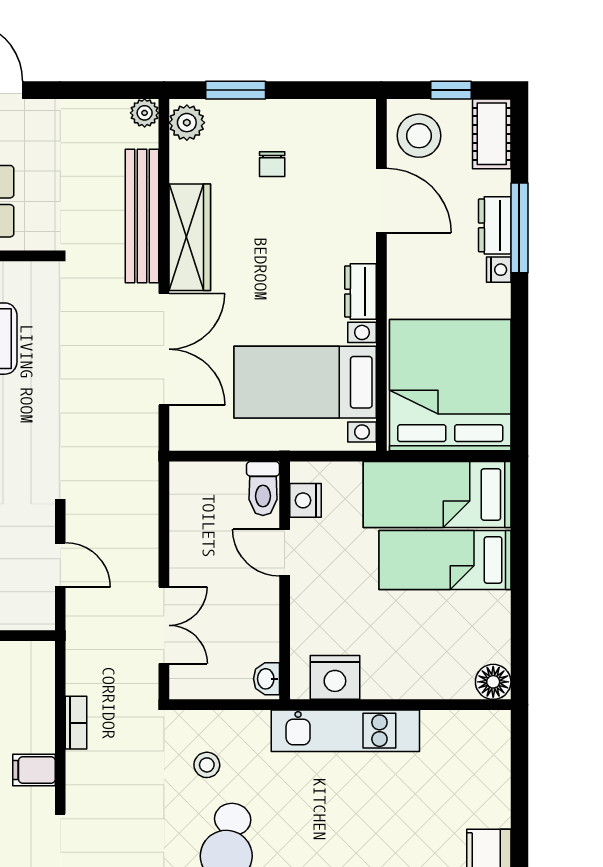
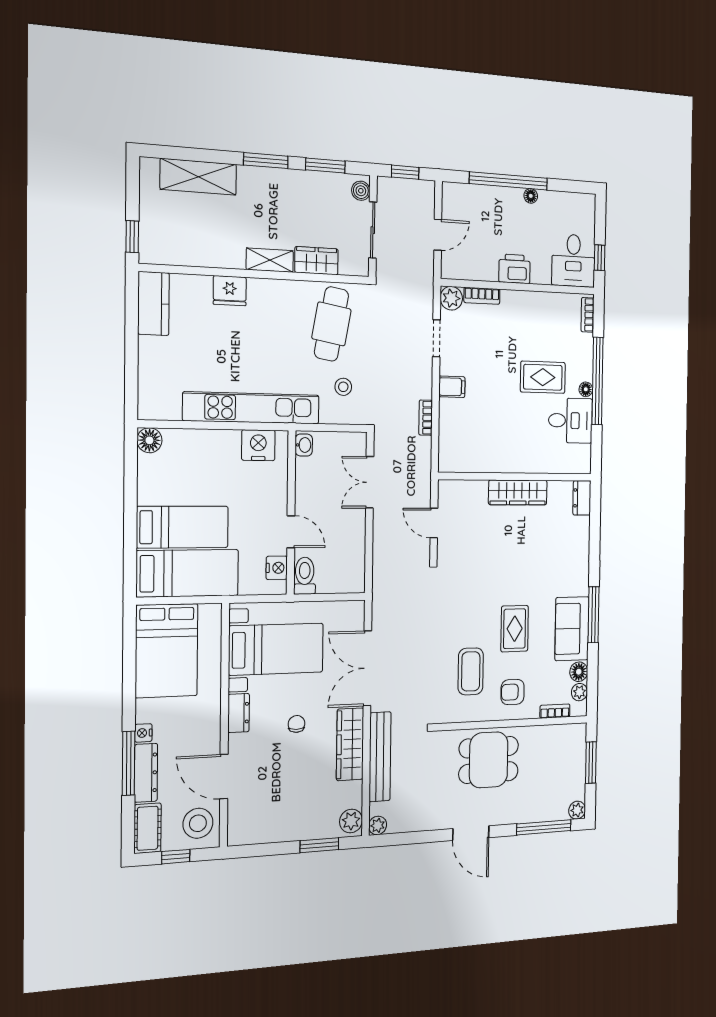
chair: (272, 164) -> (296, 724), moved
dresser: (495, 225) -> (146, 773), width x1.44
bed: (450, 385) -> (167, 651), width x0.73
kitchen unit: (345, 731) -> (252, 408), width x1.36

